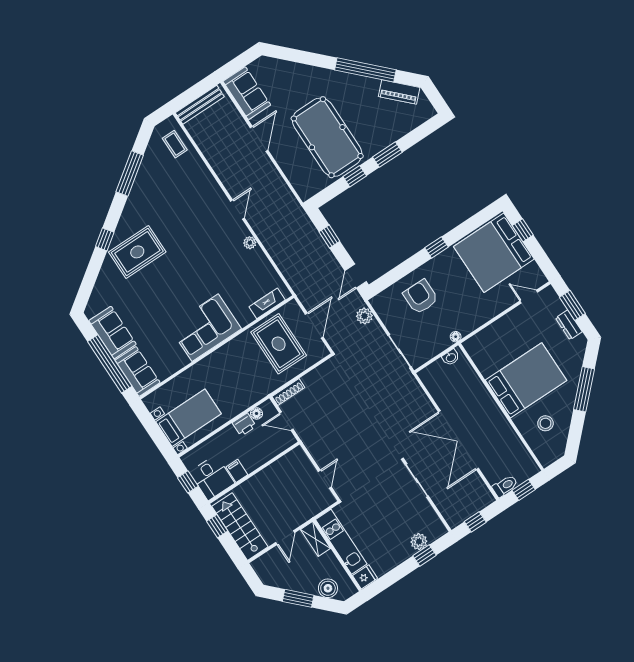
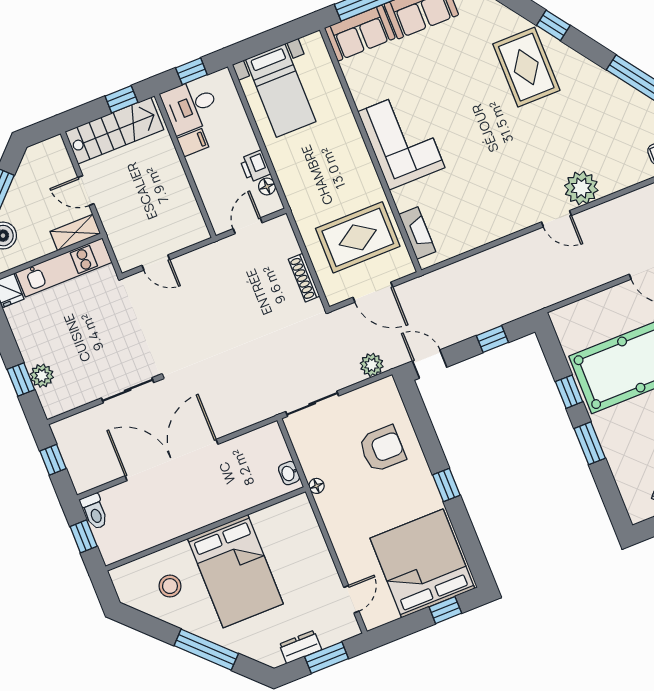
plant: (250, 243) -> (581, 188), moved, width x1.87, depth x1.87
shoe rack: (288, 392) -> (304, 278), moved

